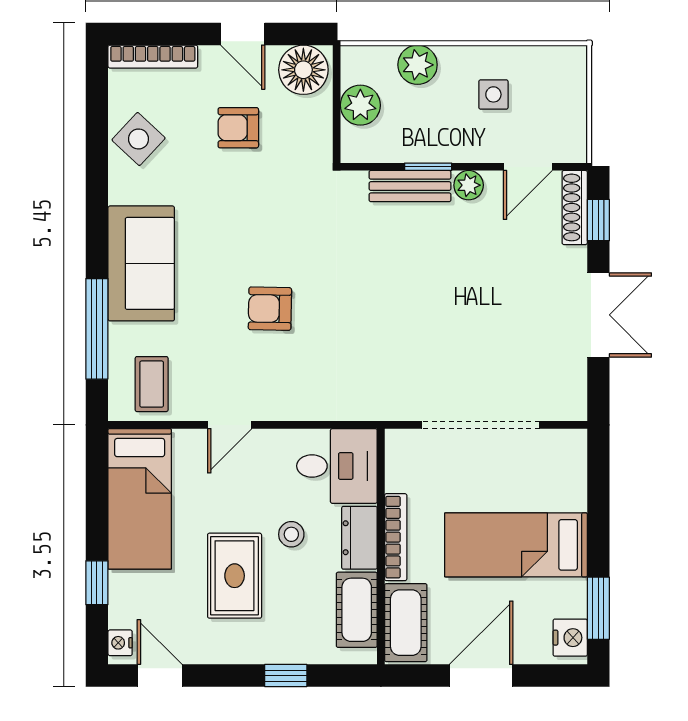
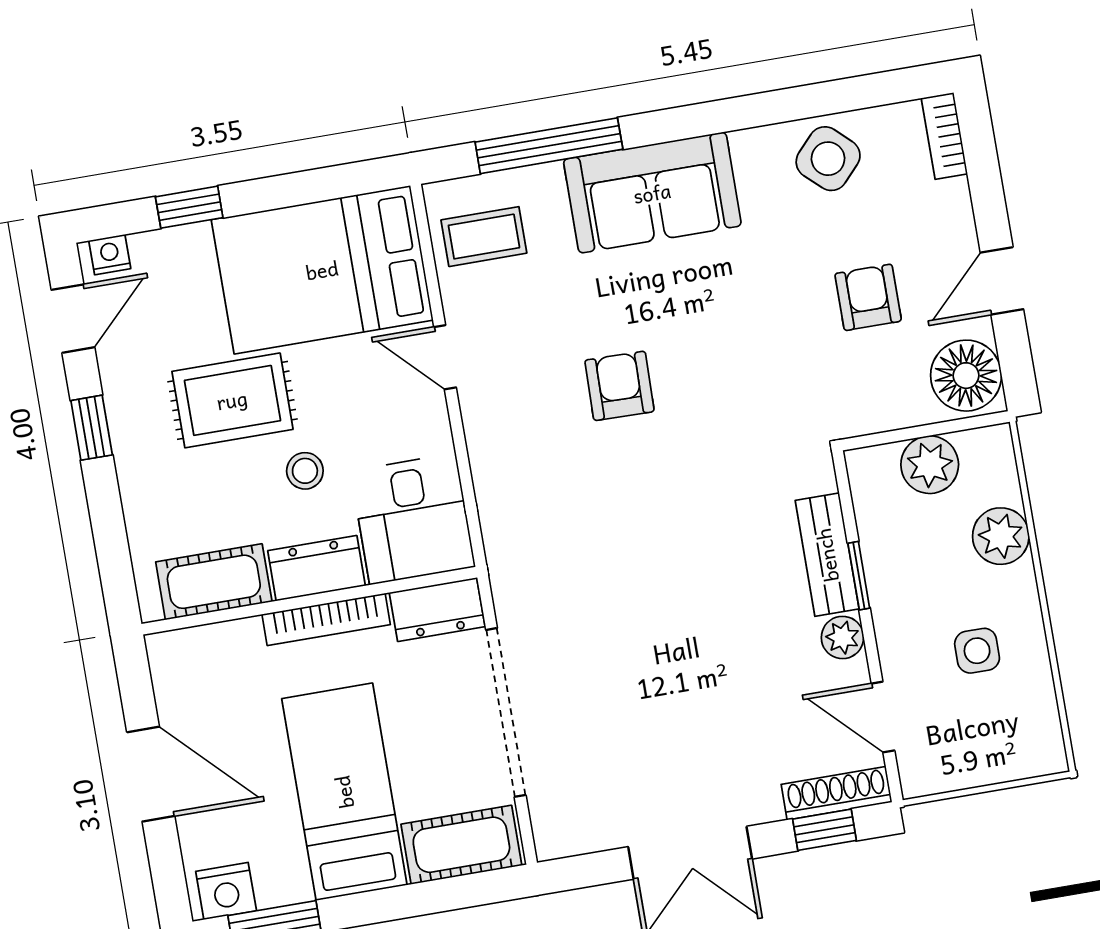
bookcase: (153, 57) -> (944, 136), width x0.64
dresser: (402, 460) -> (437, 609), added
bed: (140, 499) -> (322, 270), width x1.50
cot: (406, 623) -> (461, 845), moved
window: (286, 676) -> (92, 428), moved

